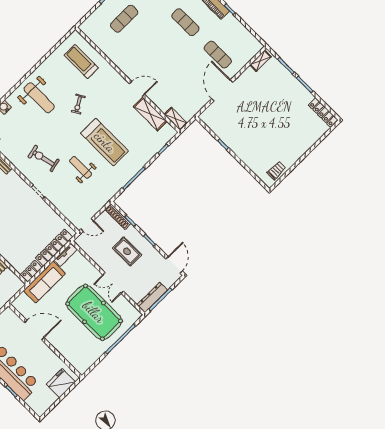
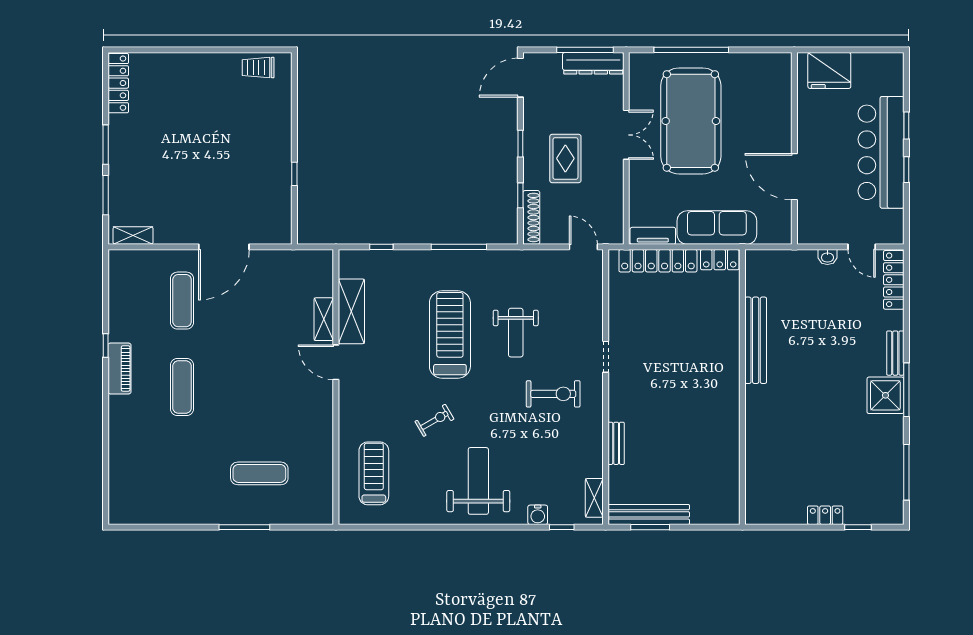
treadmill: (81, 62) -> (374, 473), turned 180
shelving: (176, 119) -> (324, 319), moved
exercise bike: (44, 158) -> (553, 394), turned -77

